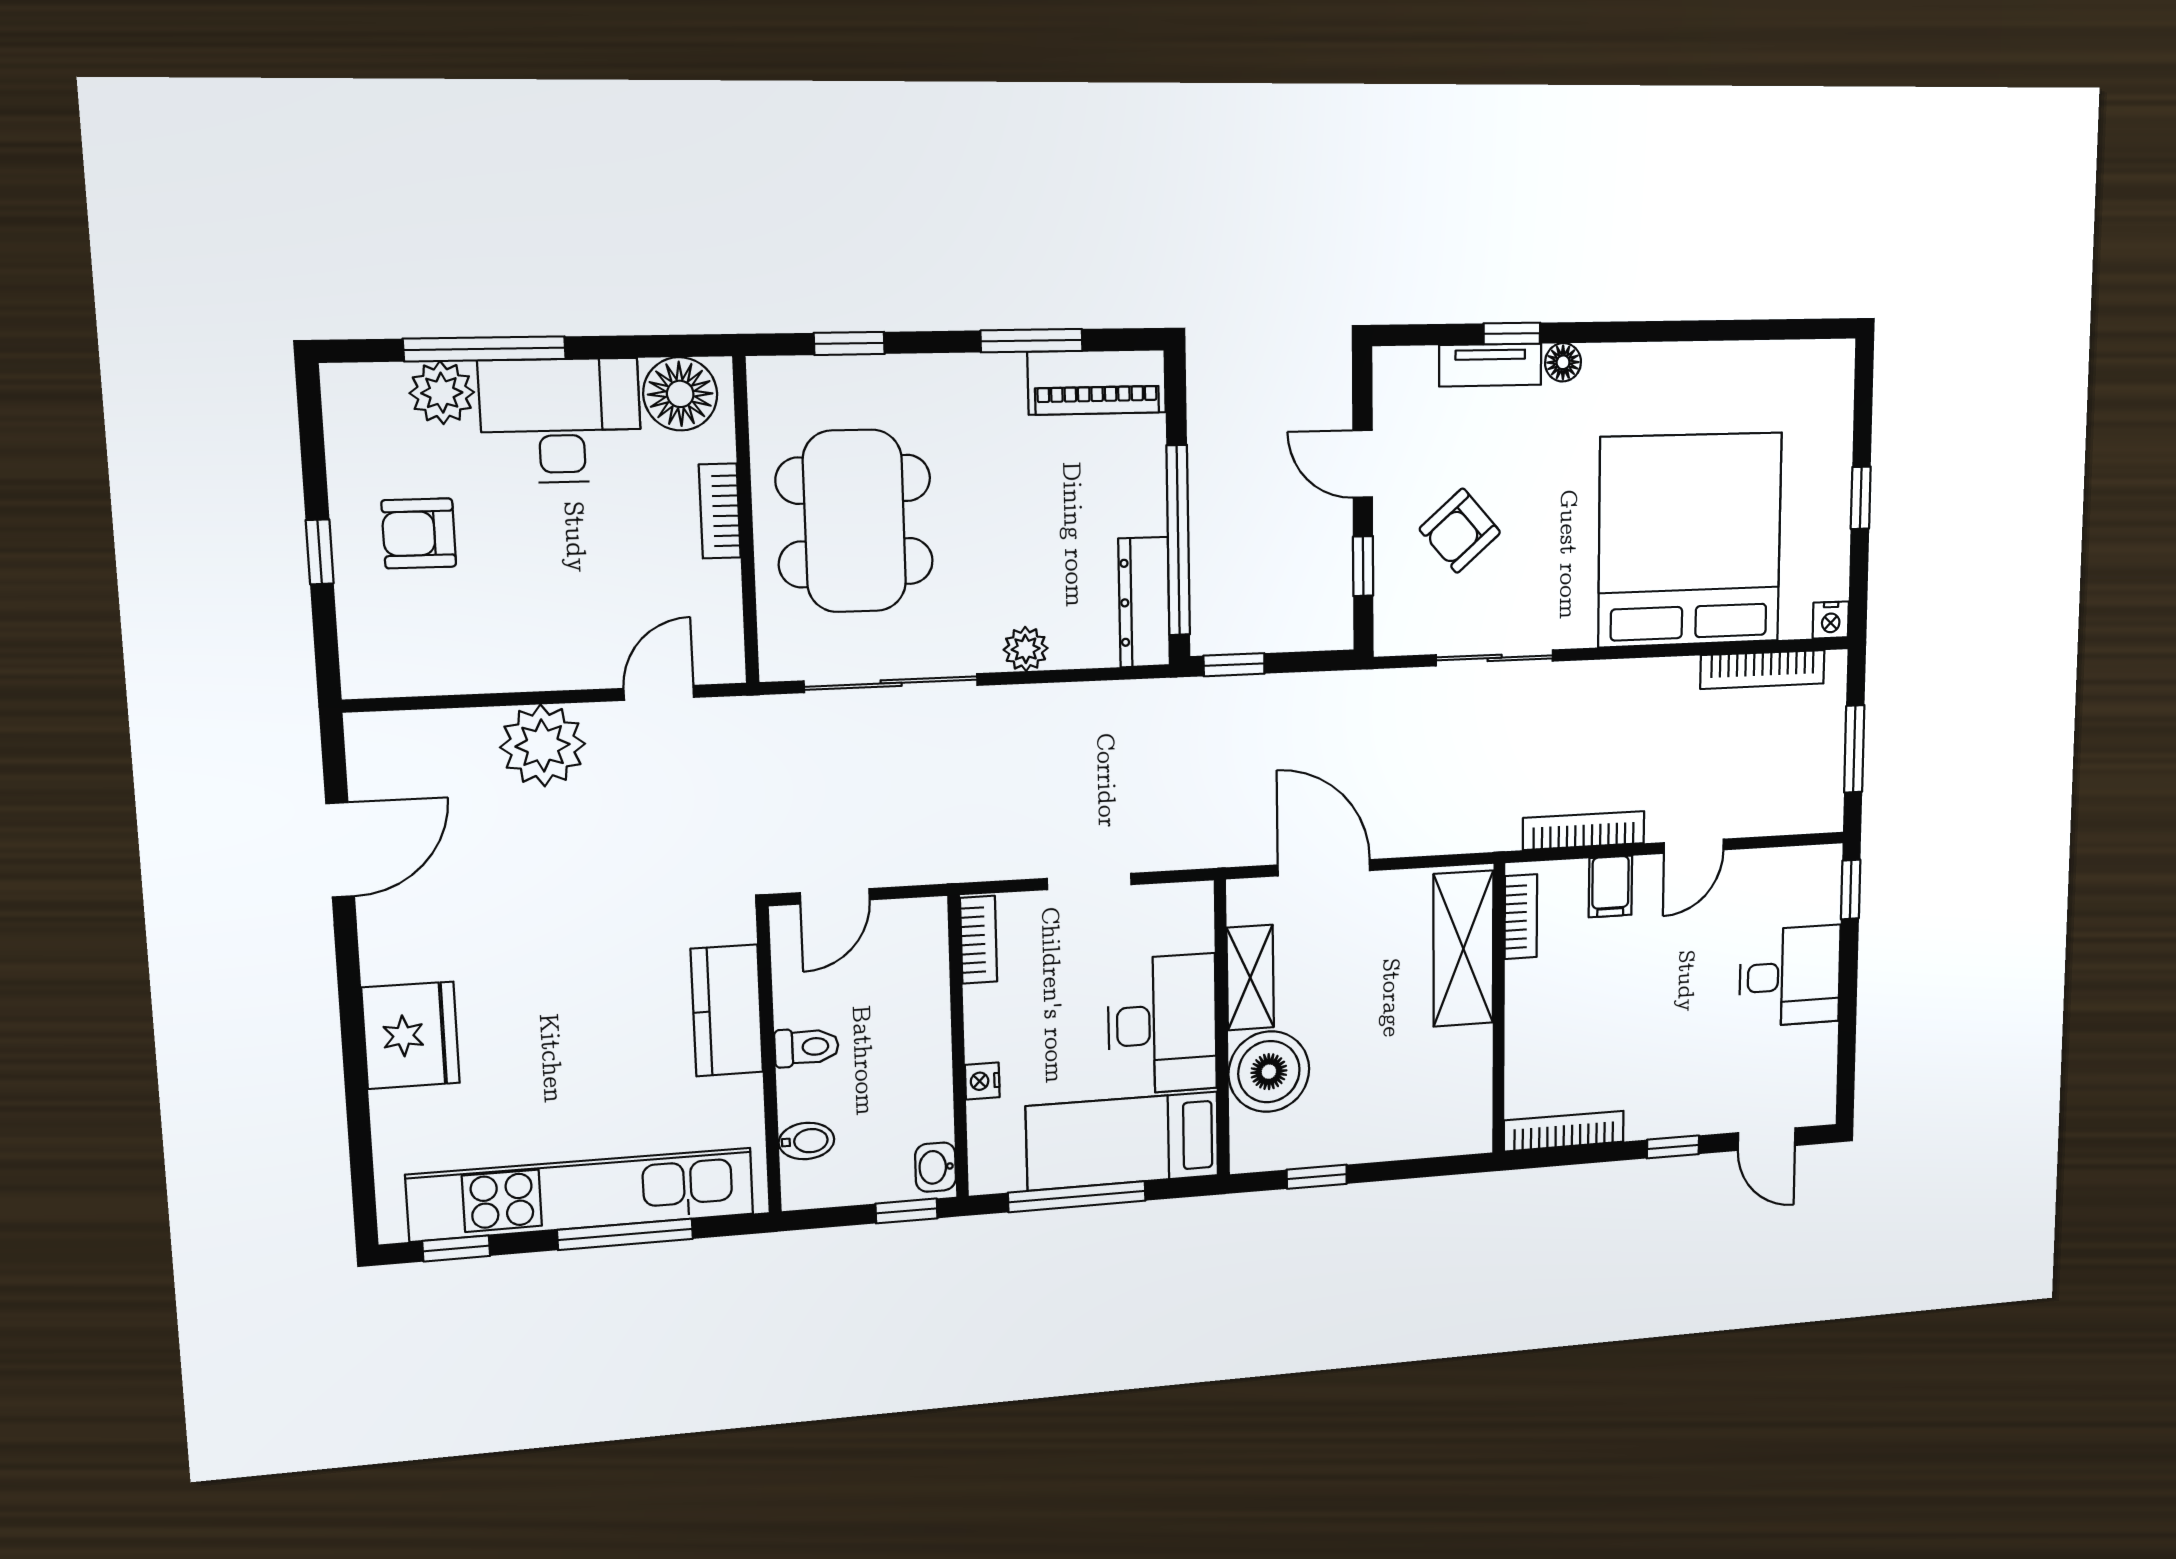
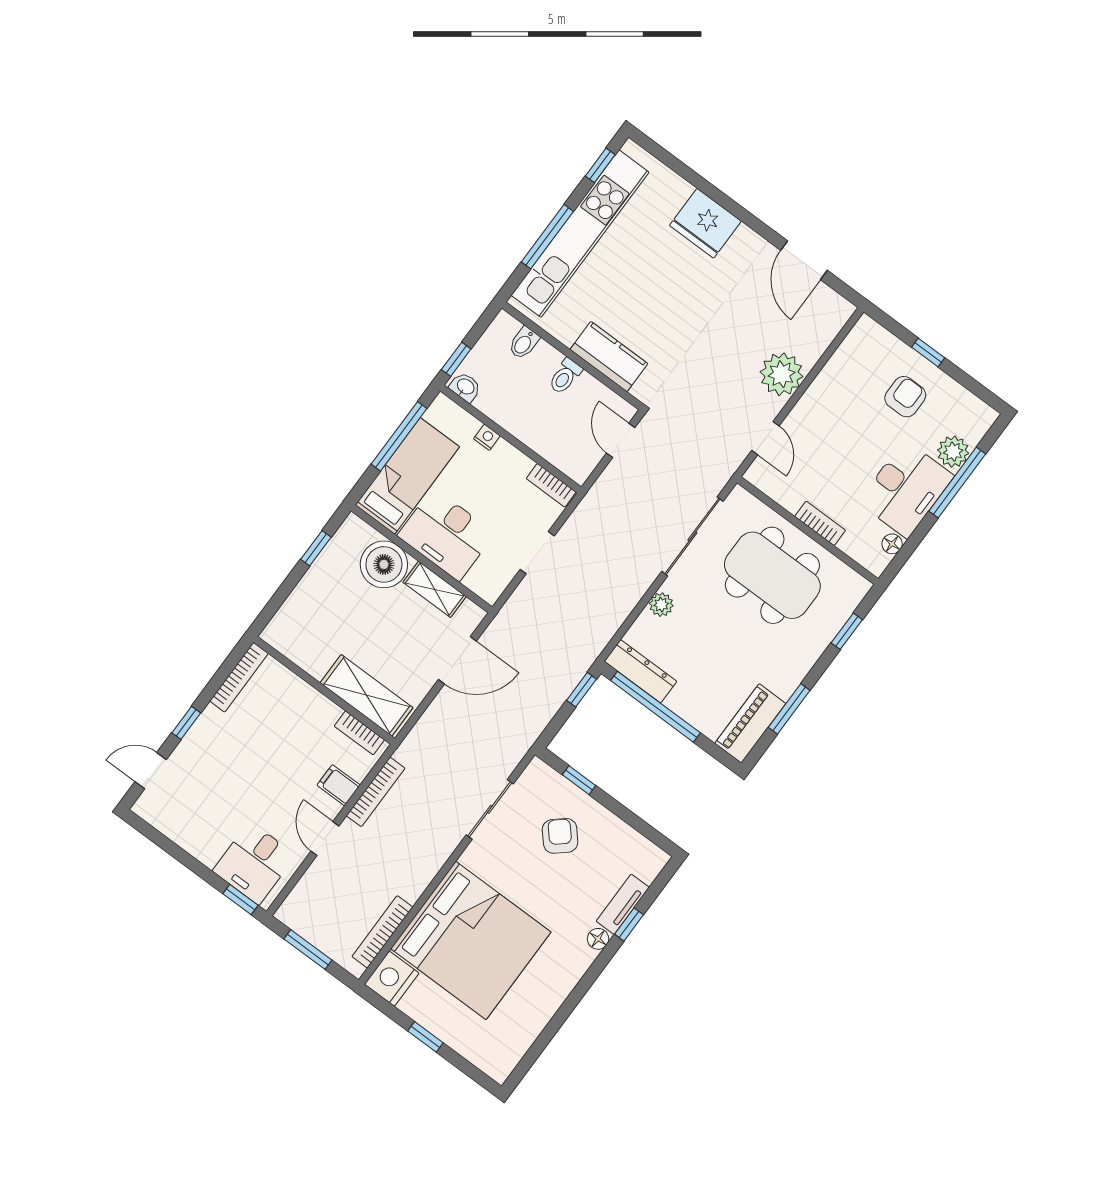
floor lamp: (680, 394) -> (892, 544), width x0.53, depth x0.53
door: (1363, 464) -> (624, 814), removed
nightstand: (1831, 620) -> (392, 979), width x1.89, depth x1.79
desk: (1790, 976) -> (254, 863), moved

